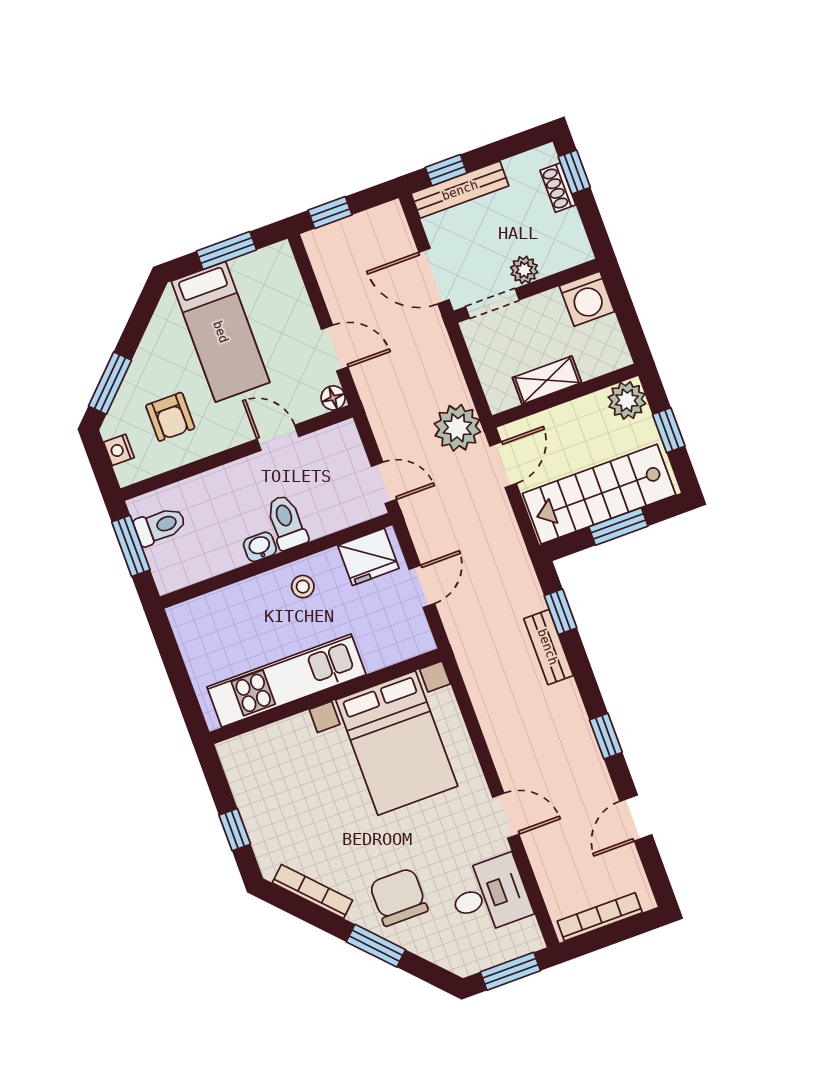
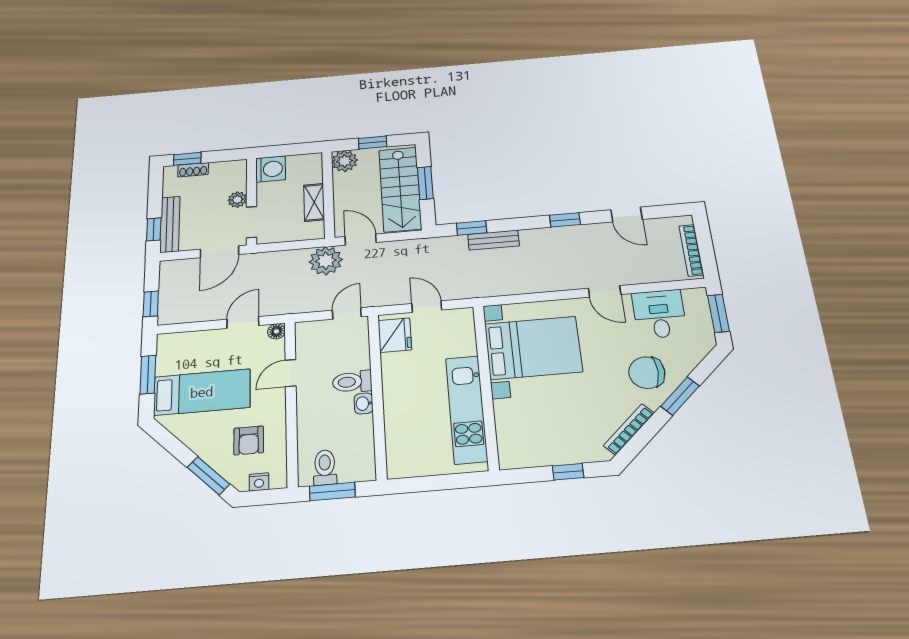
armchair: (170, 417) -> (249, 440), turned 90
stool: (303, 587) -> (402, 382), removed
door: (506, 816) -> (605, 291), swing flipped

